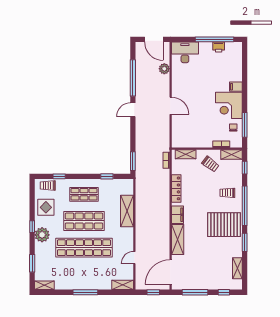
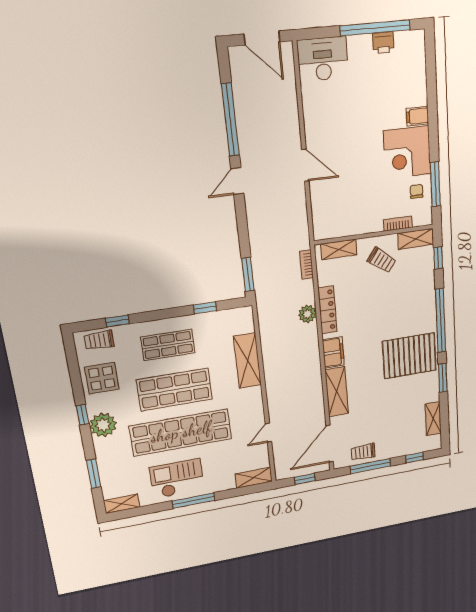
plant: (164, 69) -> (307, 314), moved
trolley: (227, 193) -> (363, 452), moved
checkout: (78, 276) -> (177, 479), added

